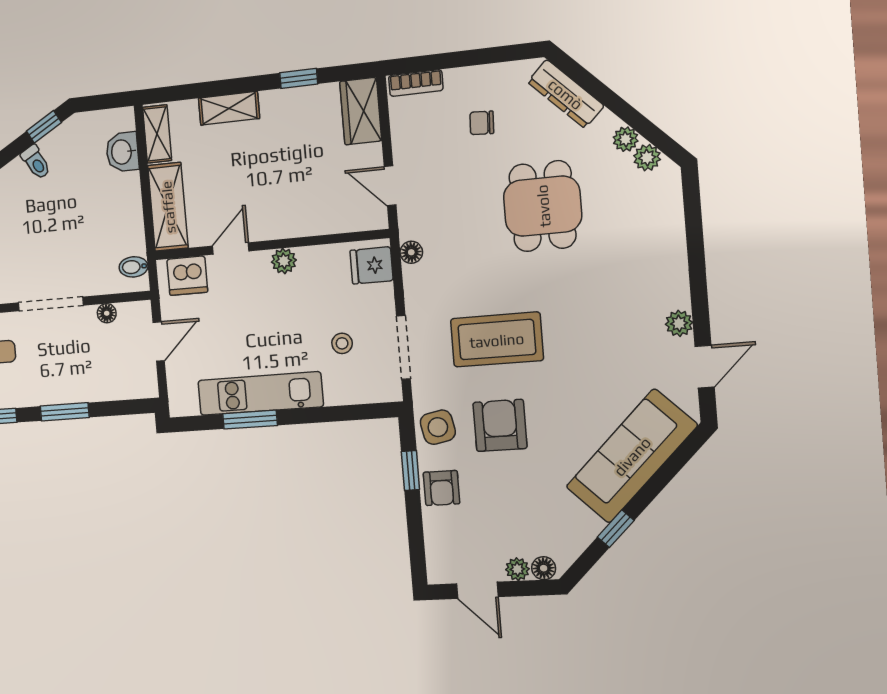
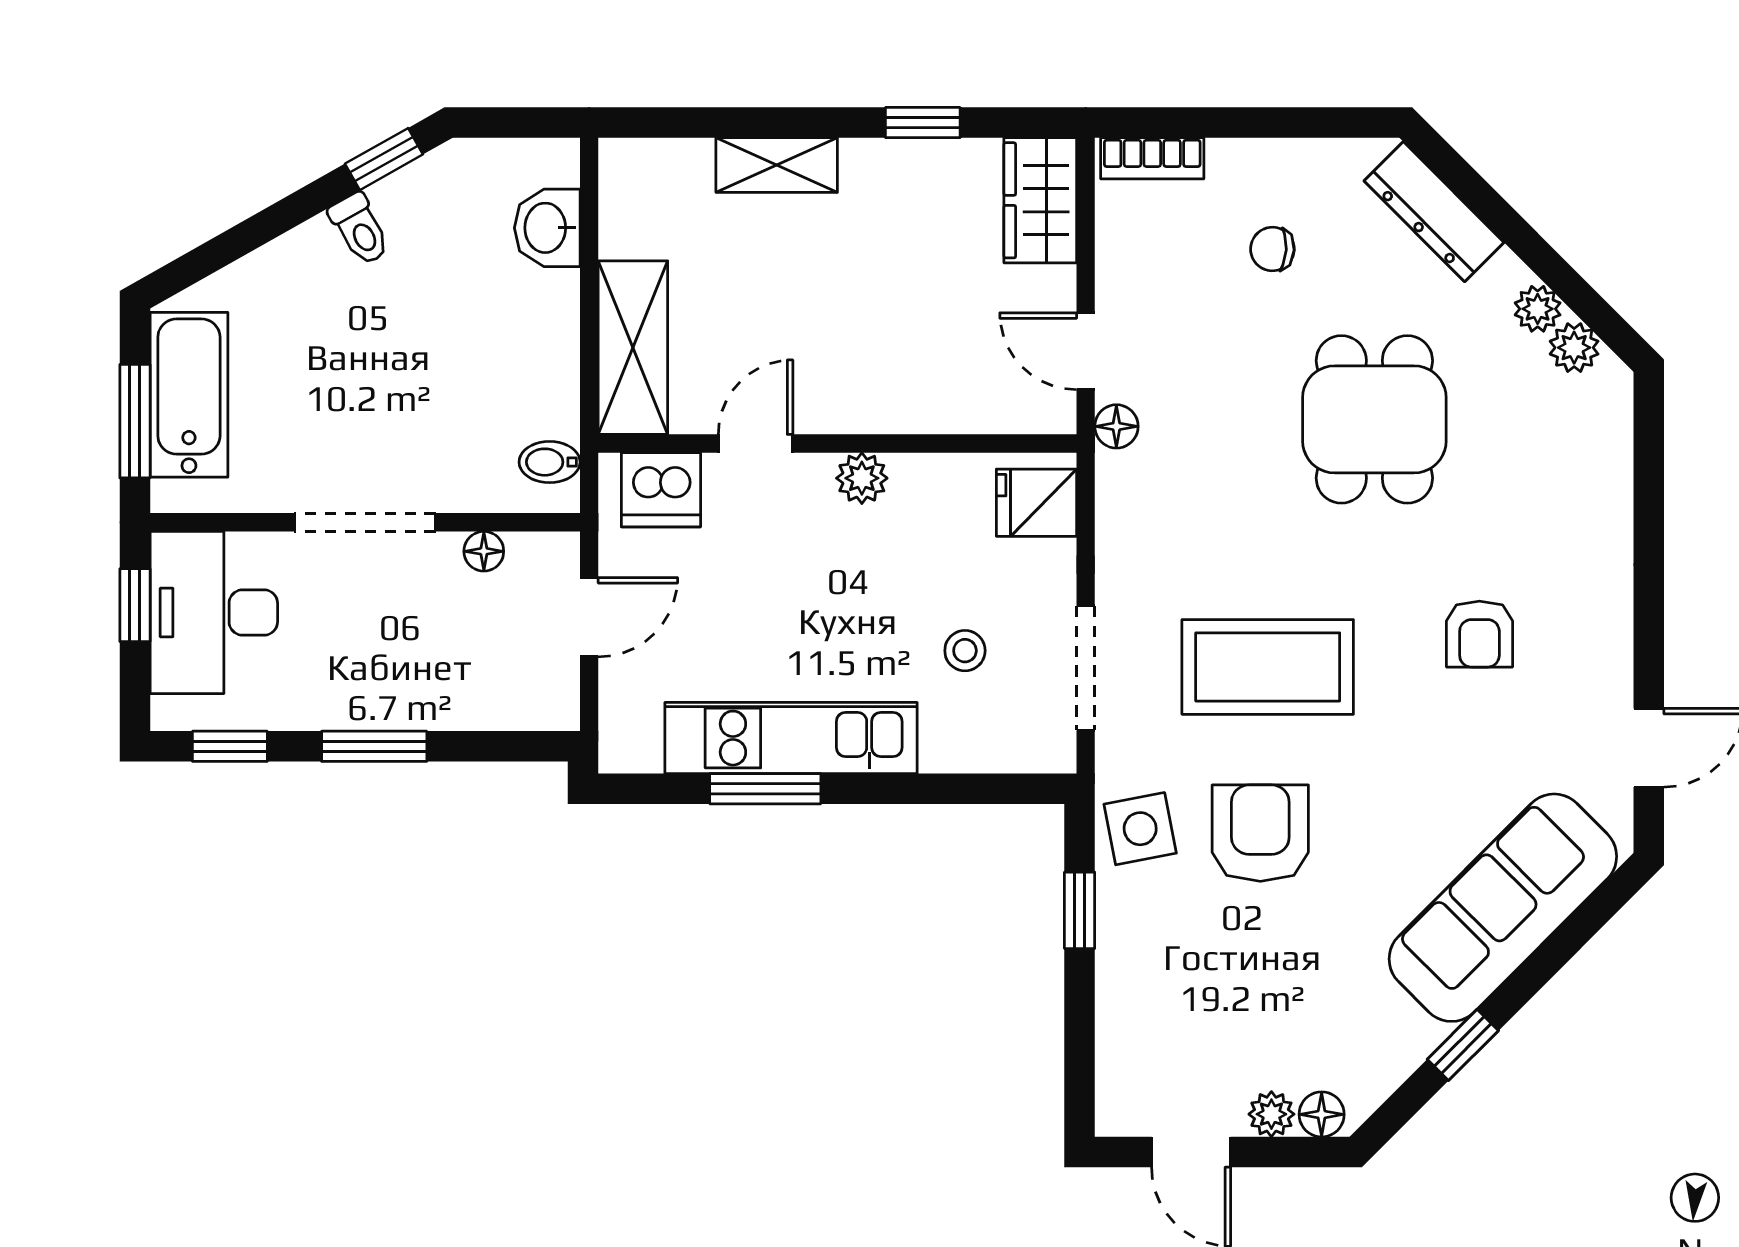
shelving: (157, 134) -> (624, 199), removed
floor lamp: (411, 252) -> (1116, 426), moved
plant: (679, 323) -> (1609, 663), removed
armchair: (442, 488) -> (1479, 634), moved

